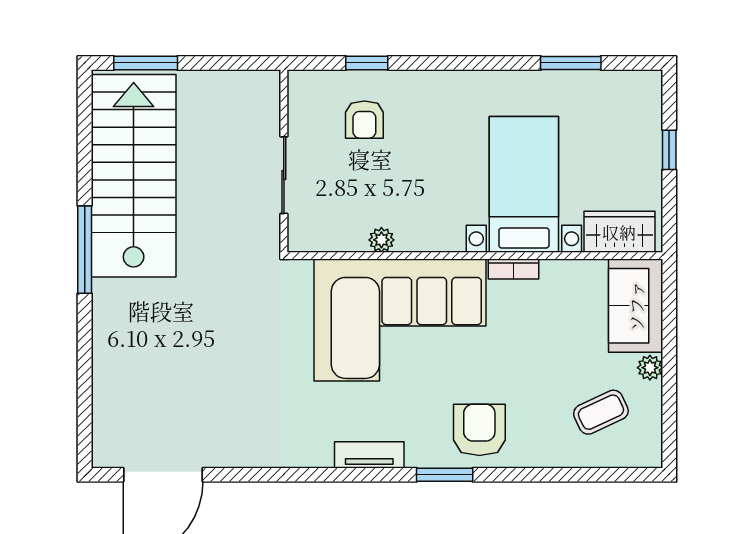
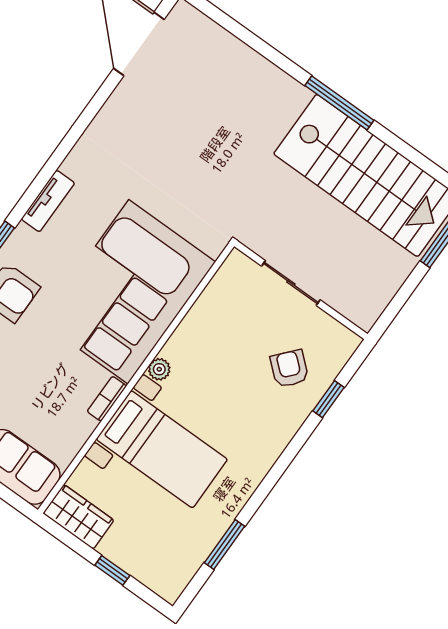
armchair: (364, 120) -> (289, 369), turned 41
wardrobe: (619, 232) -> (78, 517), moved, turned -90
plant: (381, 240) -> (159, 369), moved

